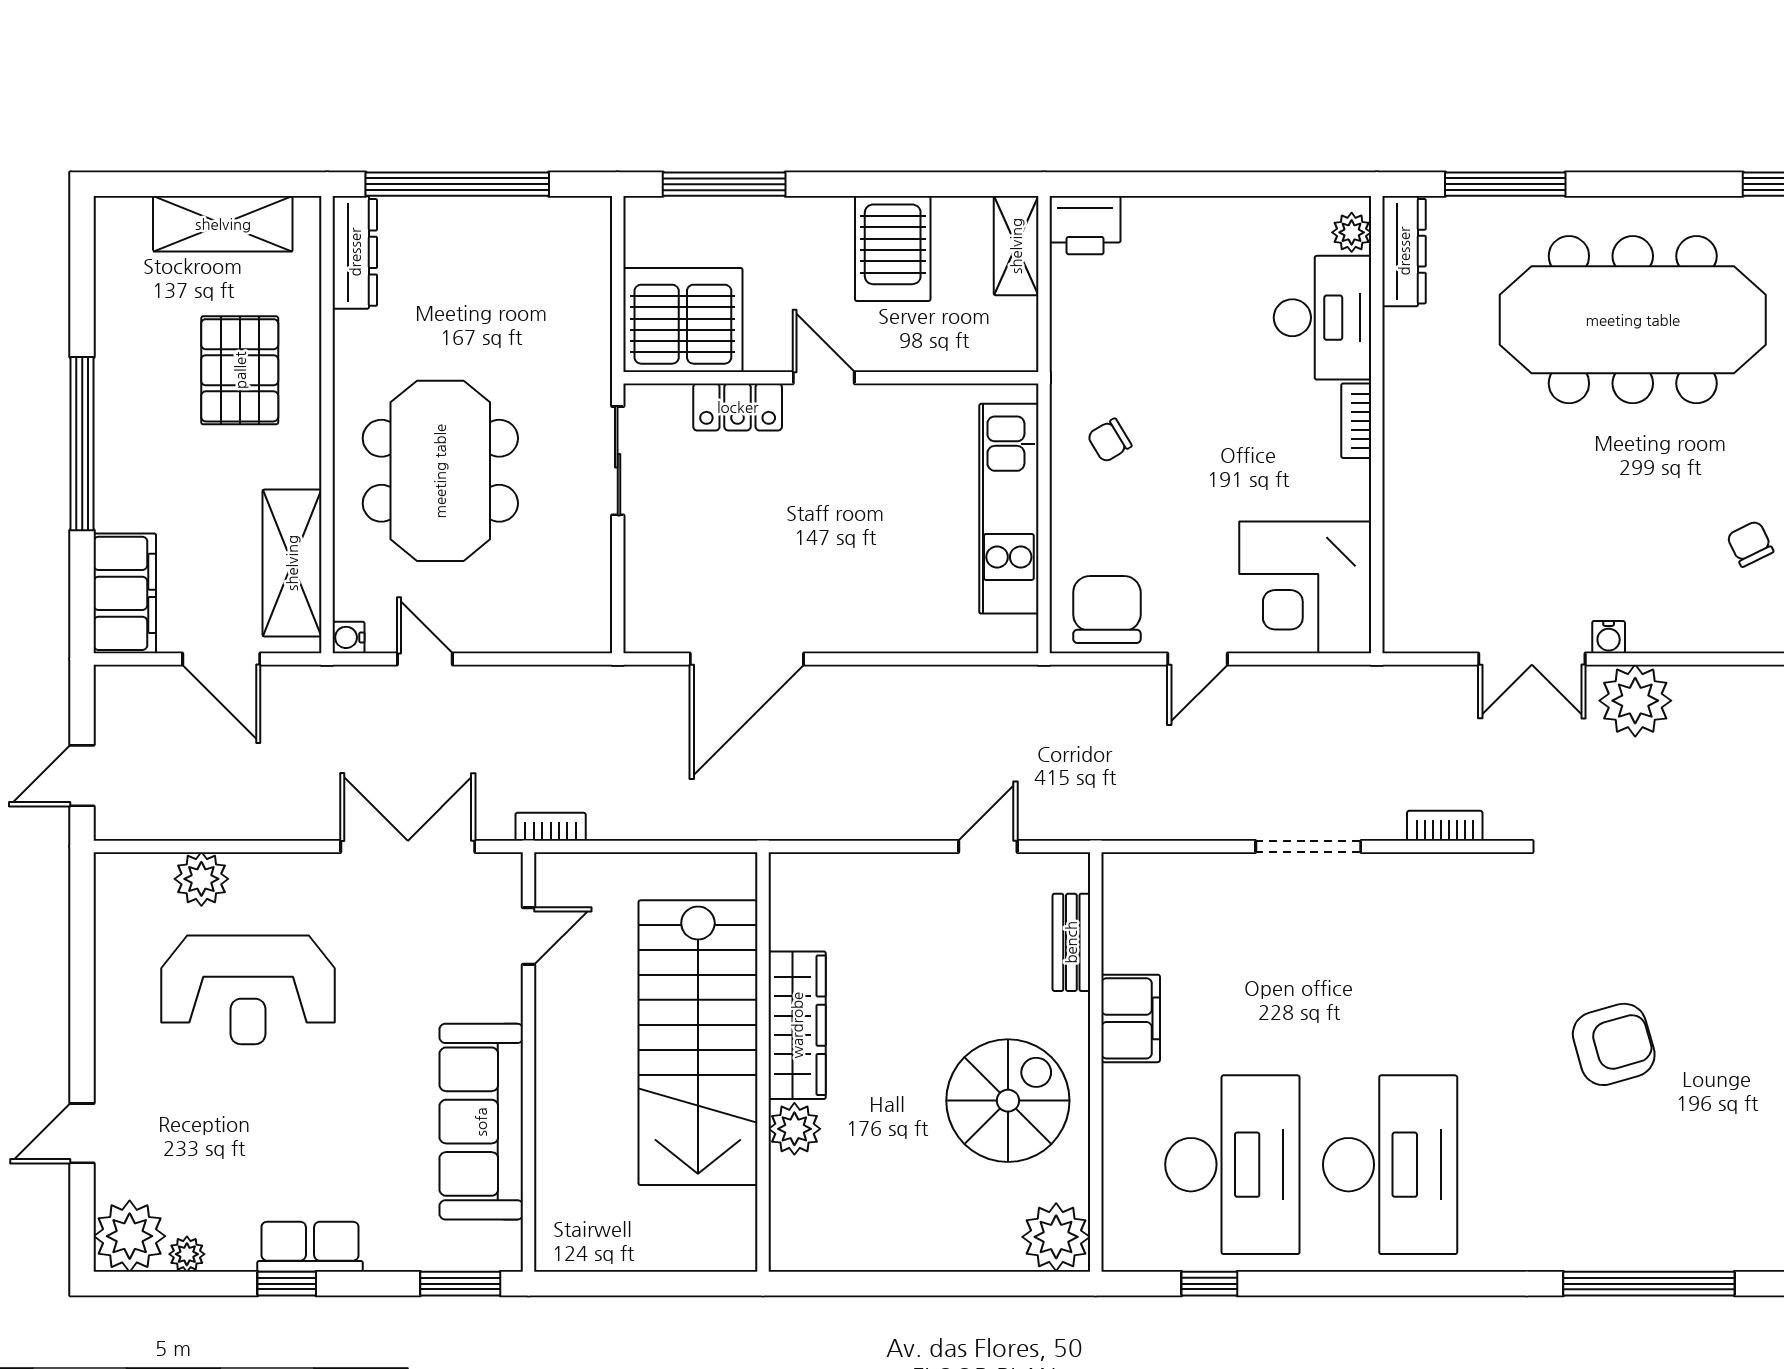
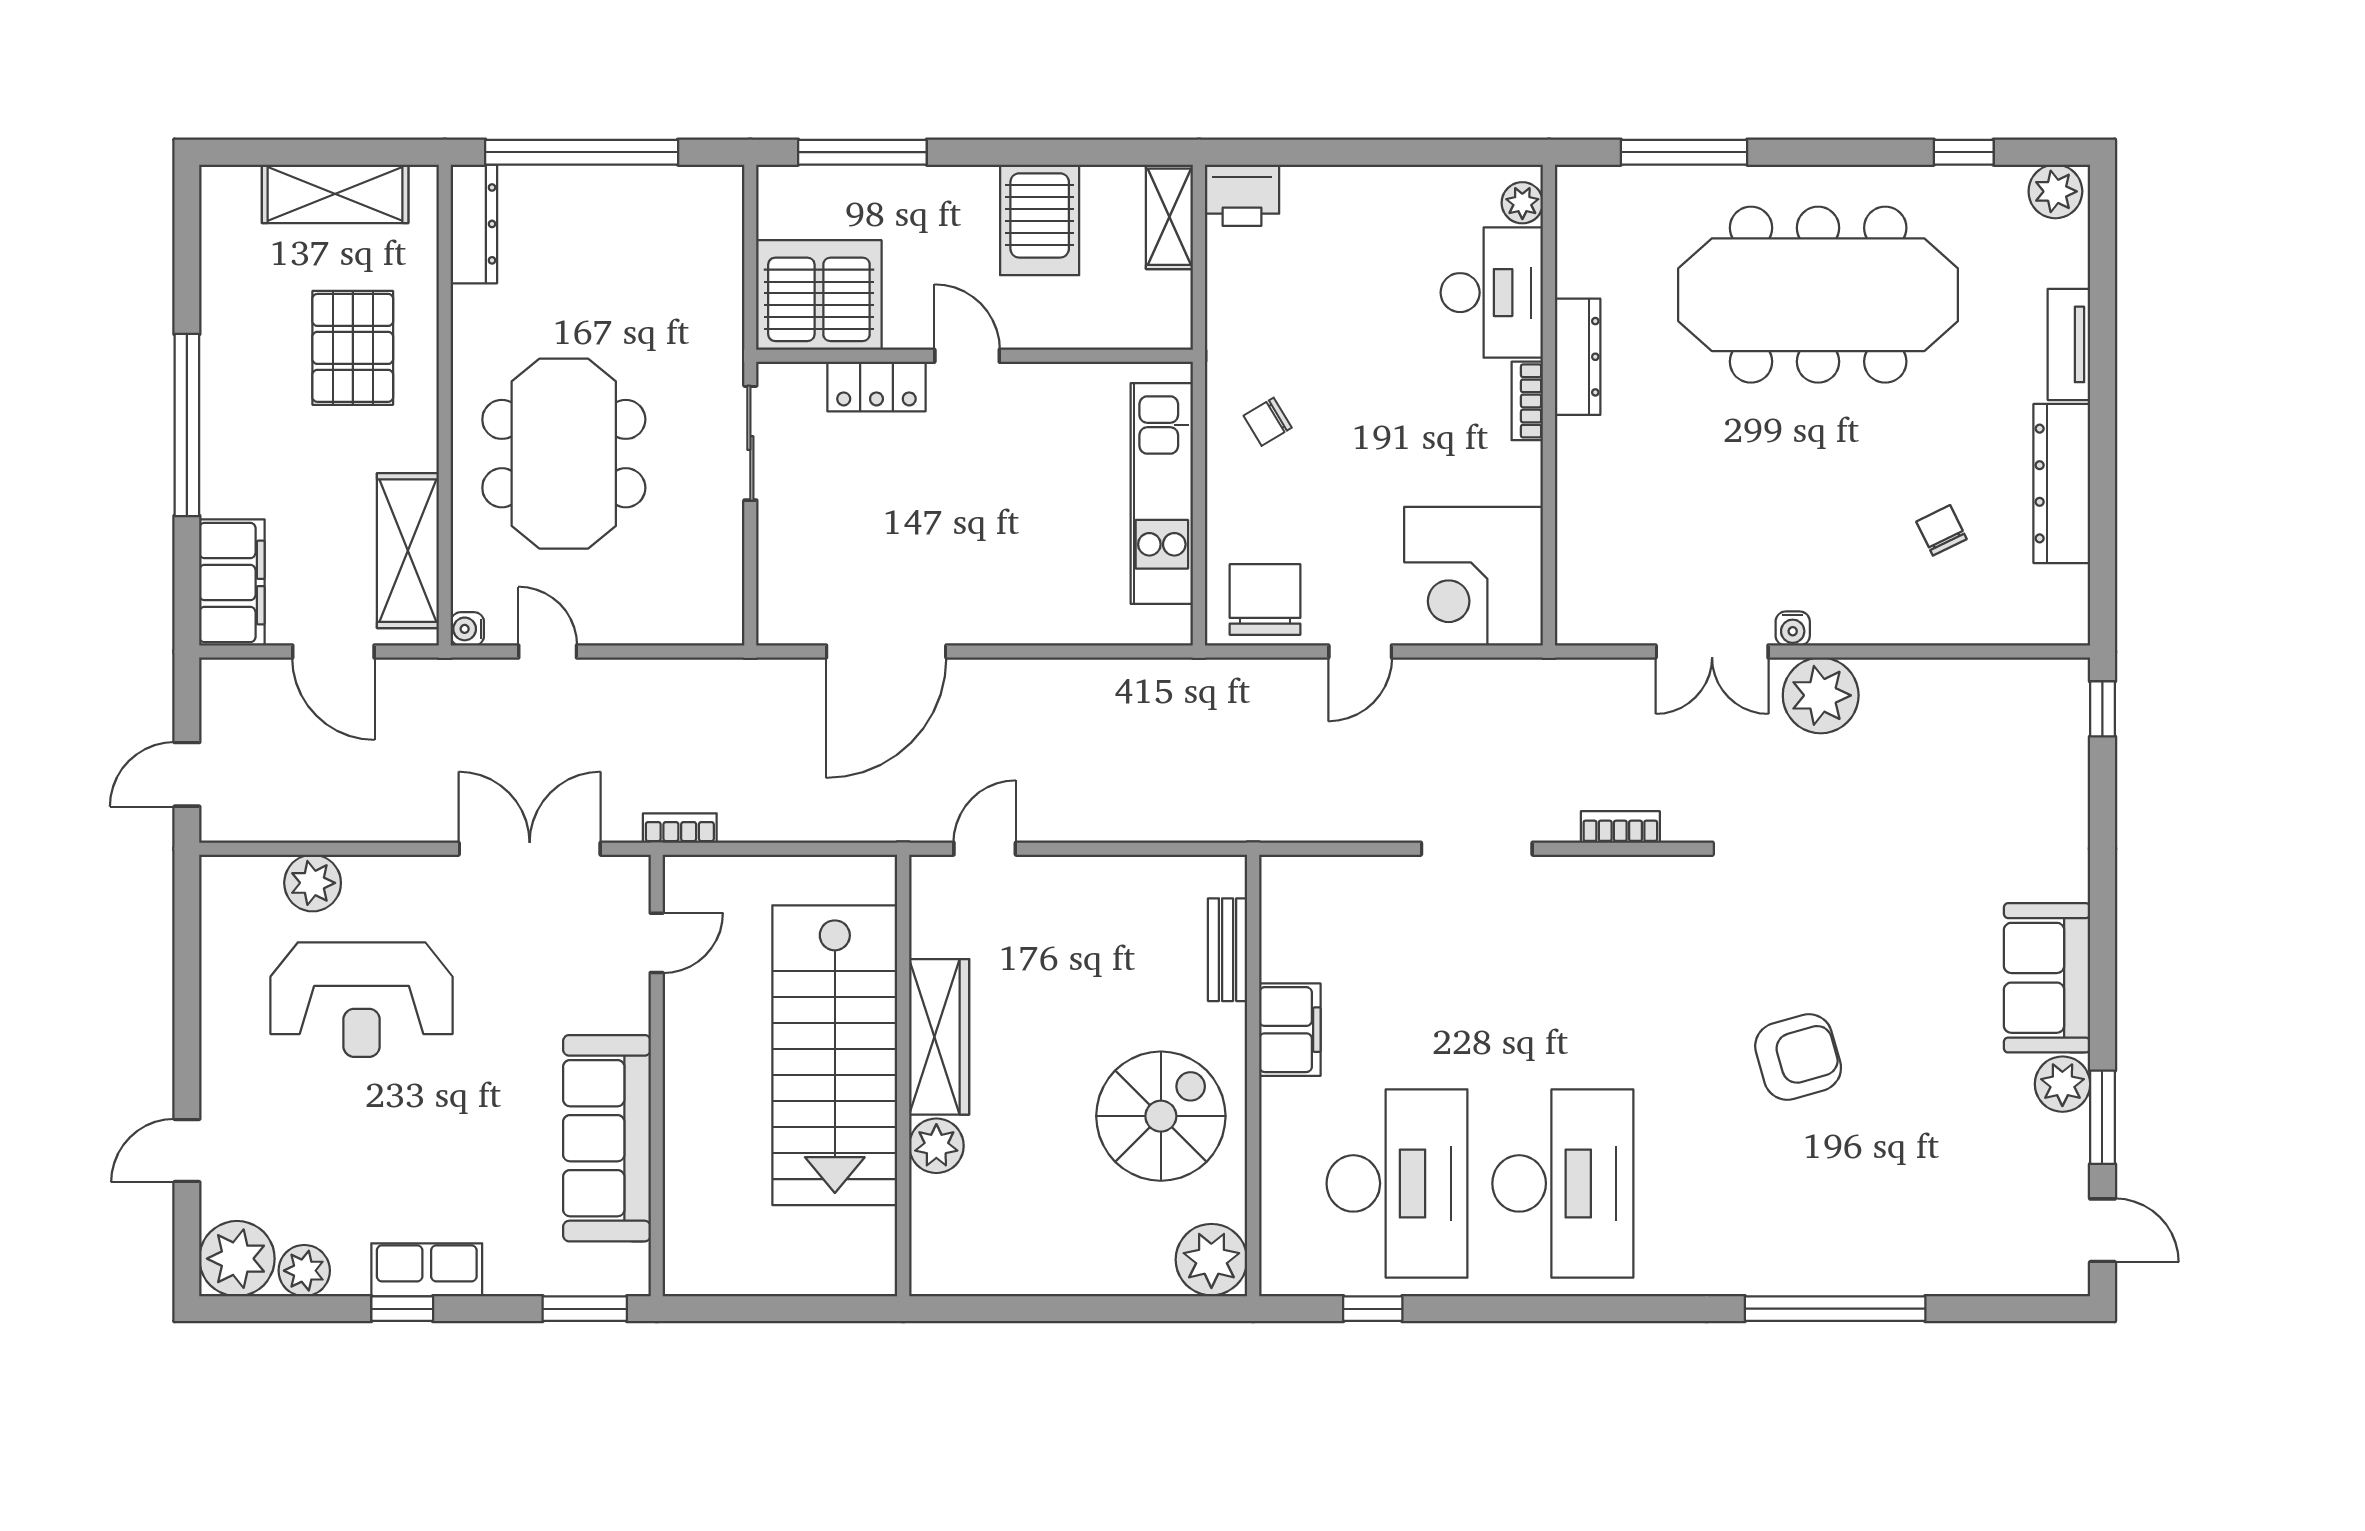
dresser: (1404, 251) -> (1578, 357), moved
door: (988, 846) -> (985, 849), moved
plant: (187, 1254) -> (304, 1271), width x1.38, depth x1.38

